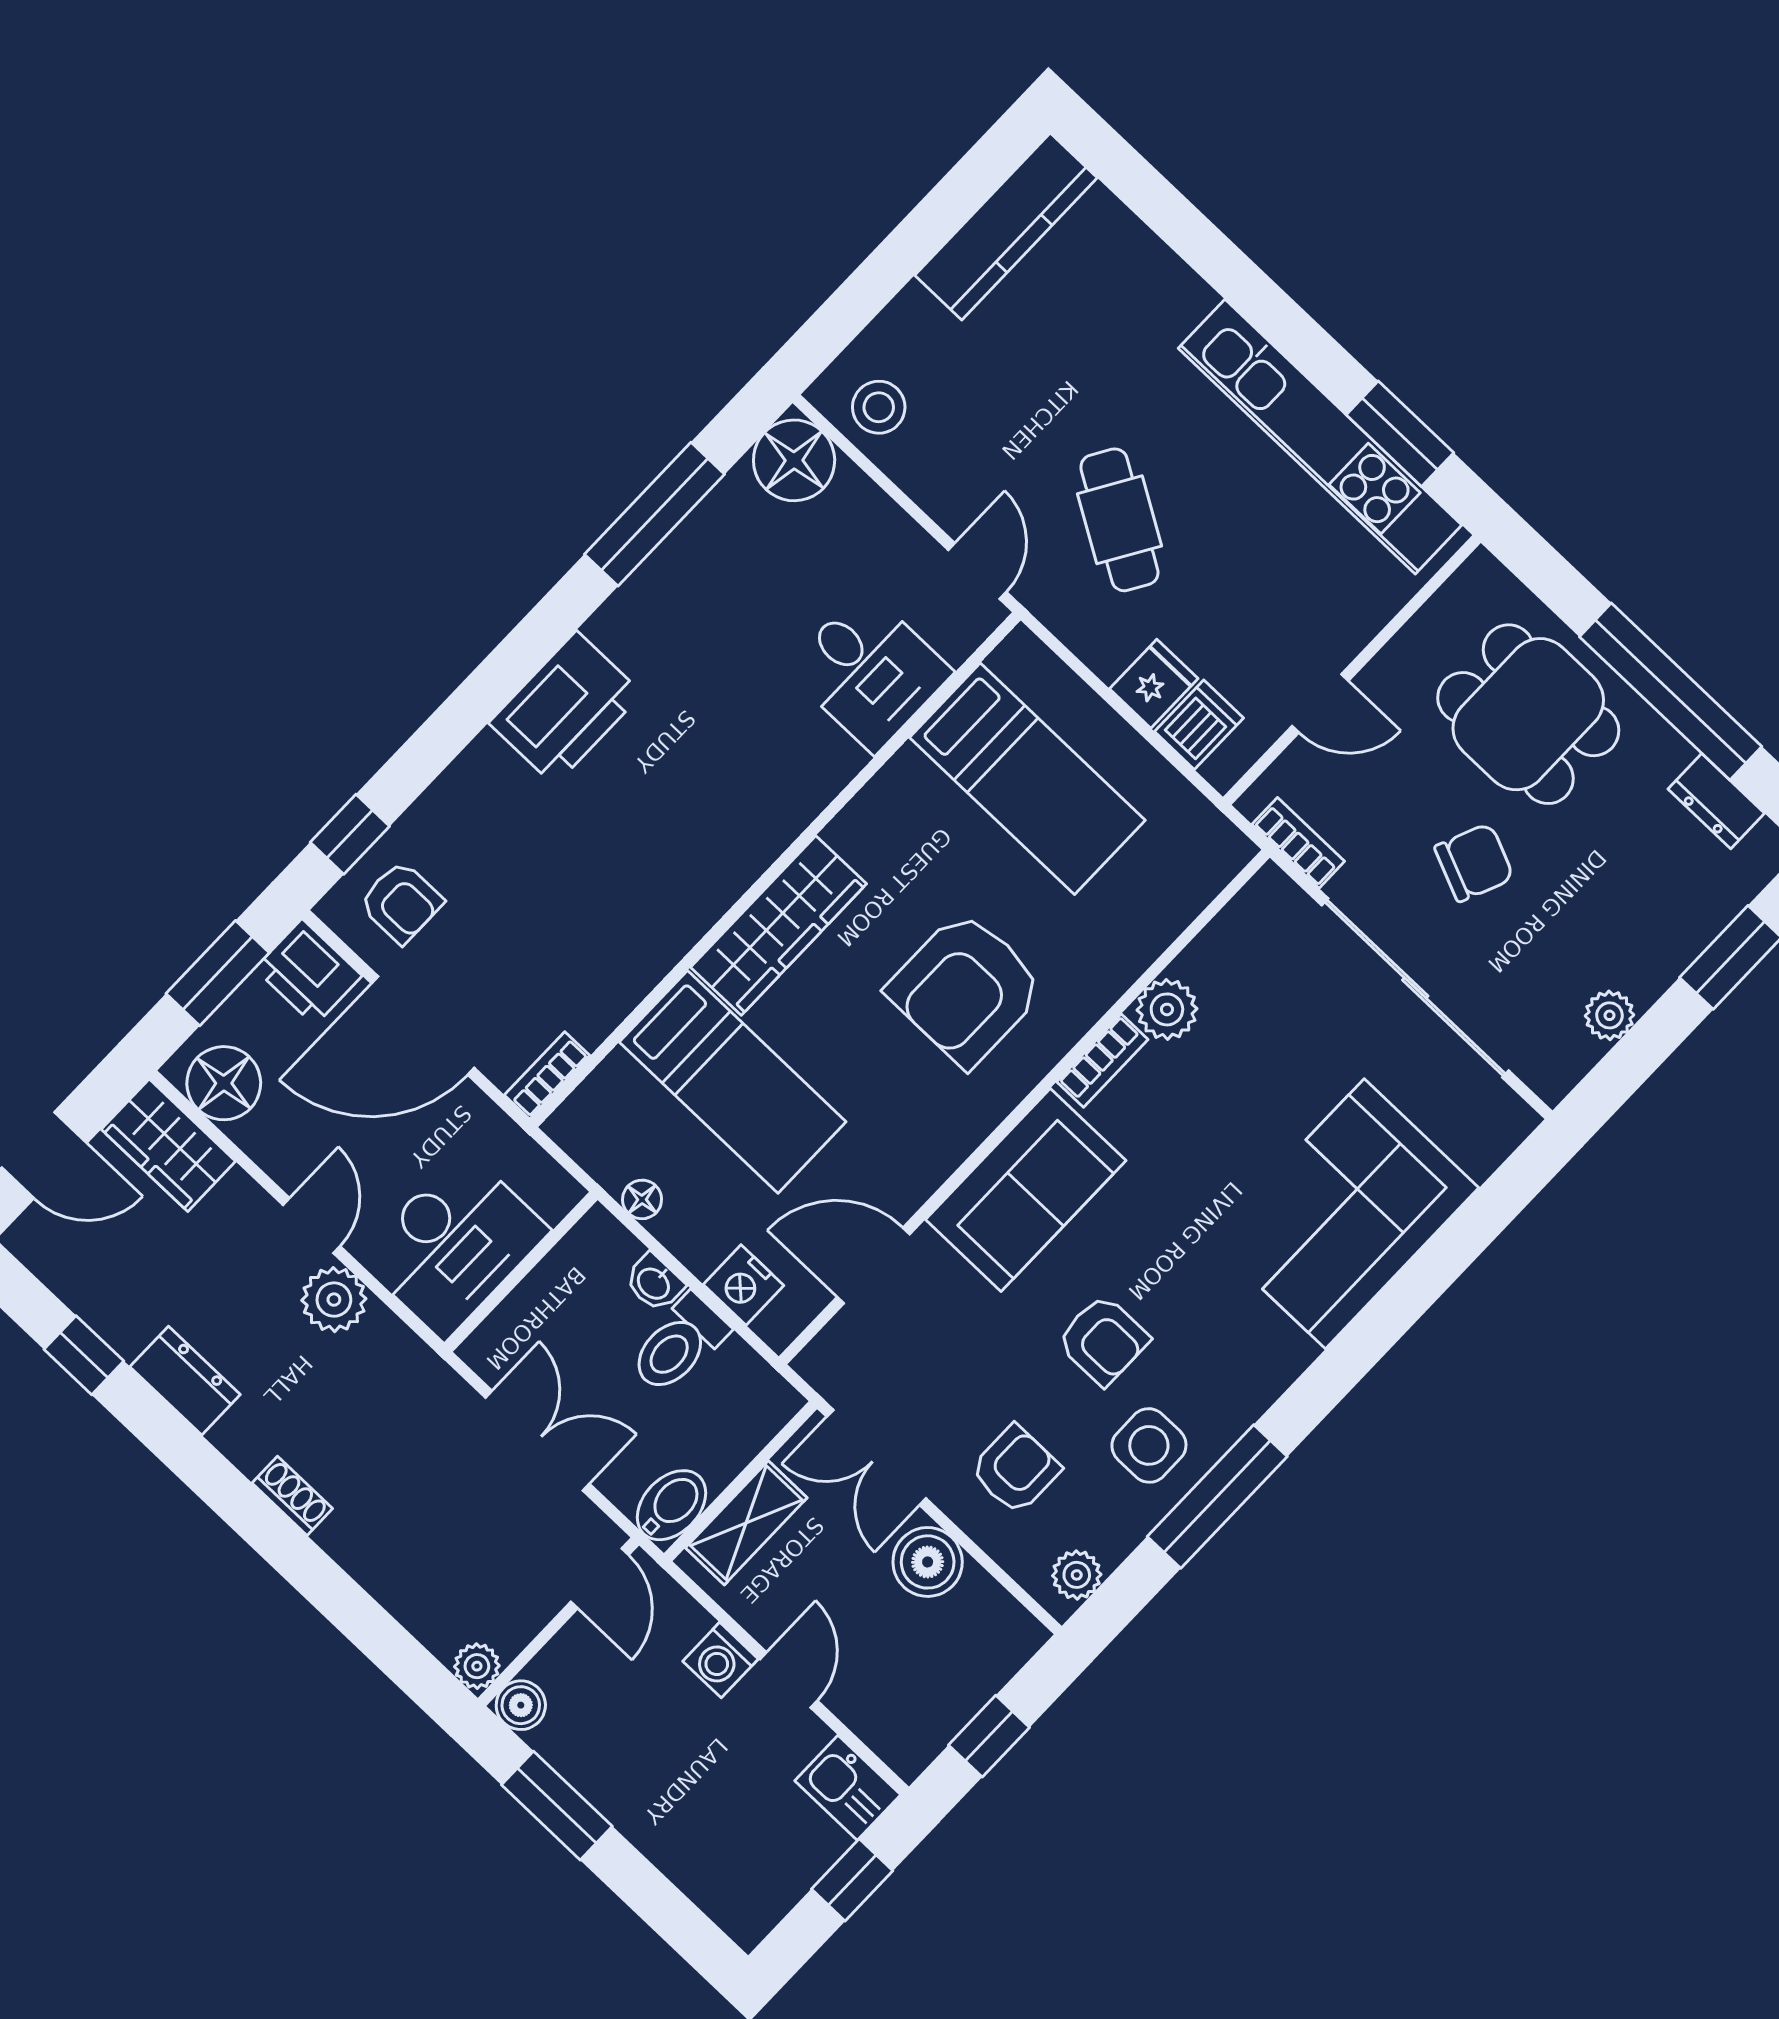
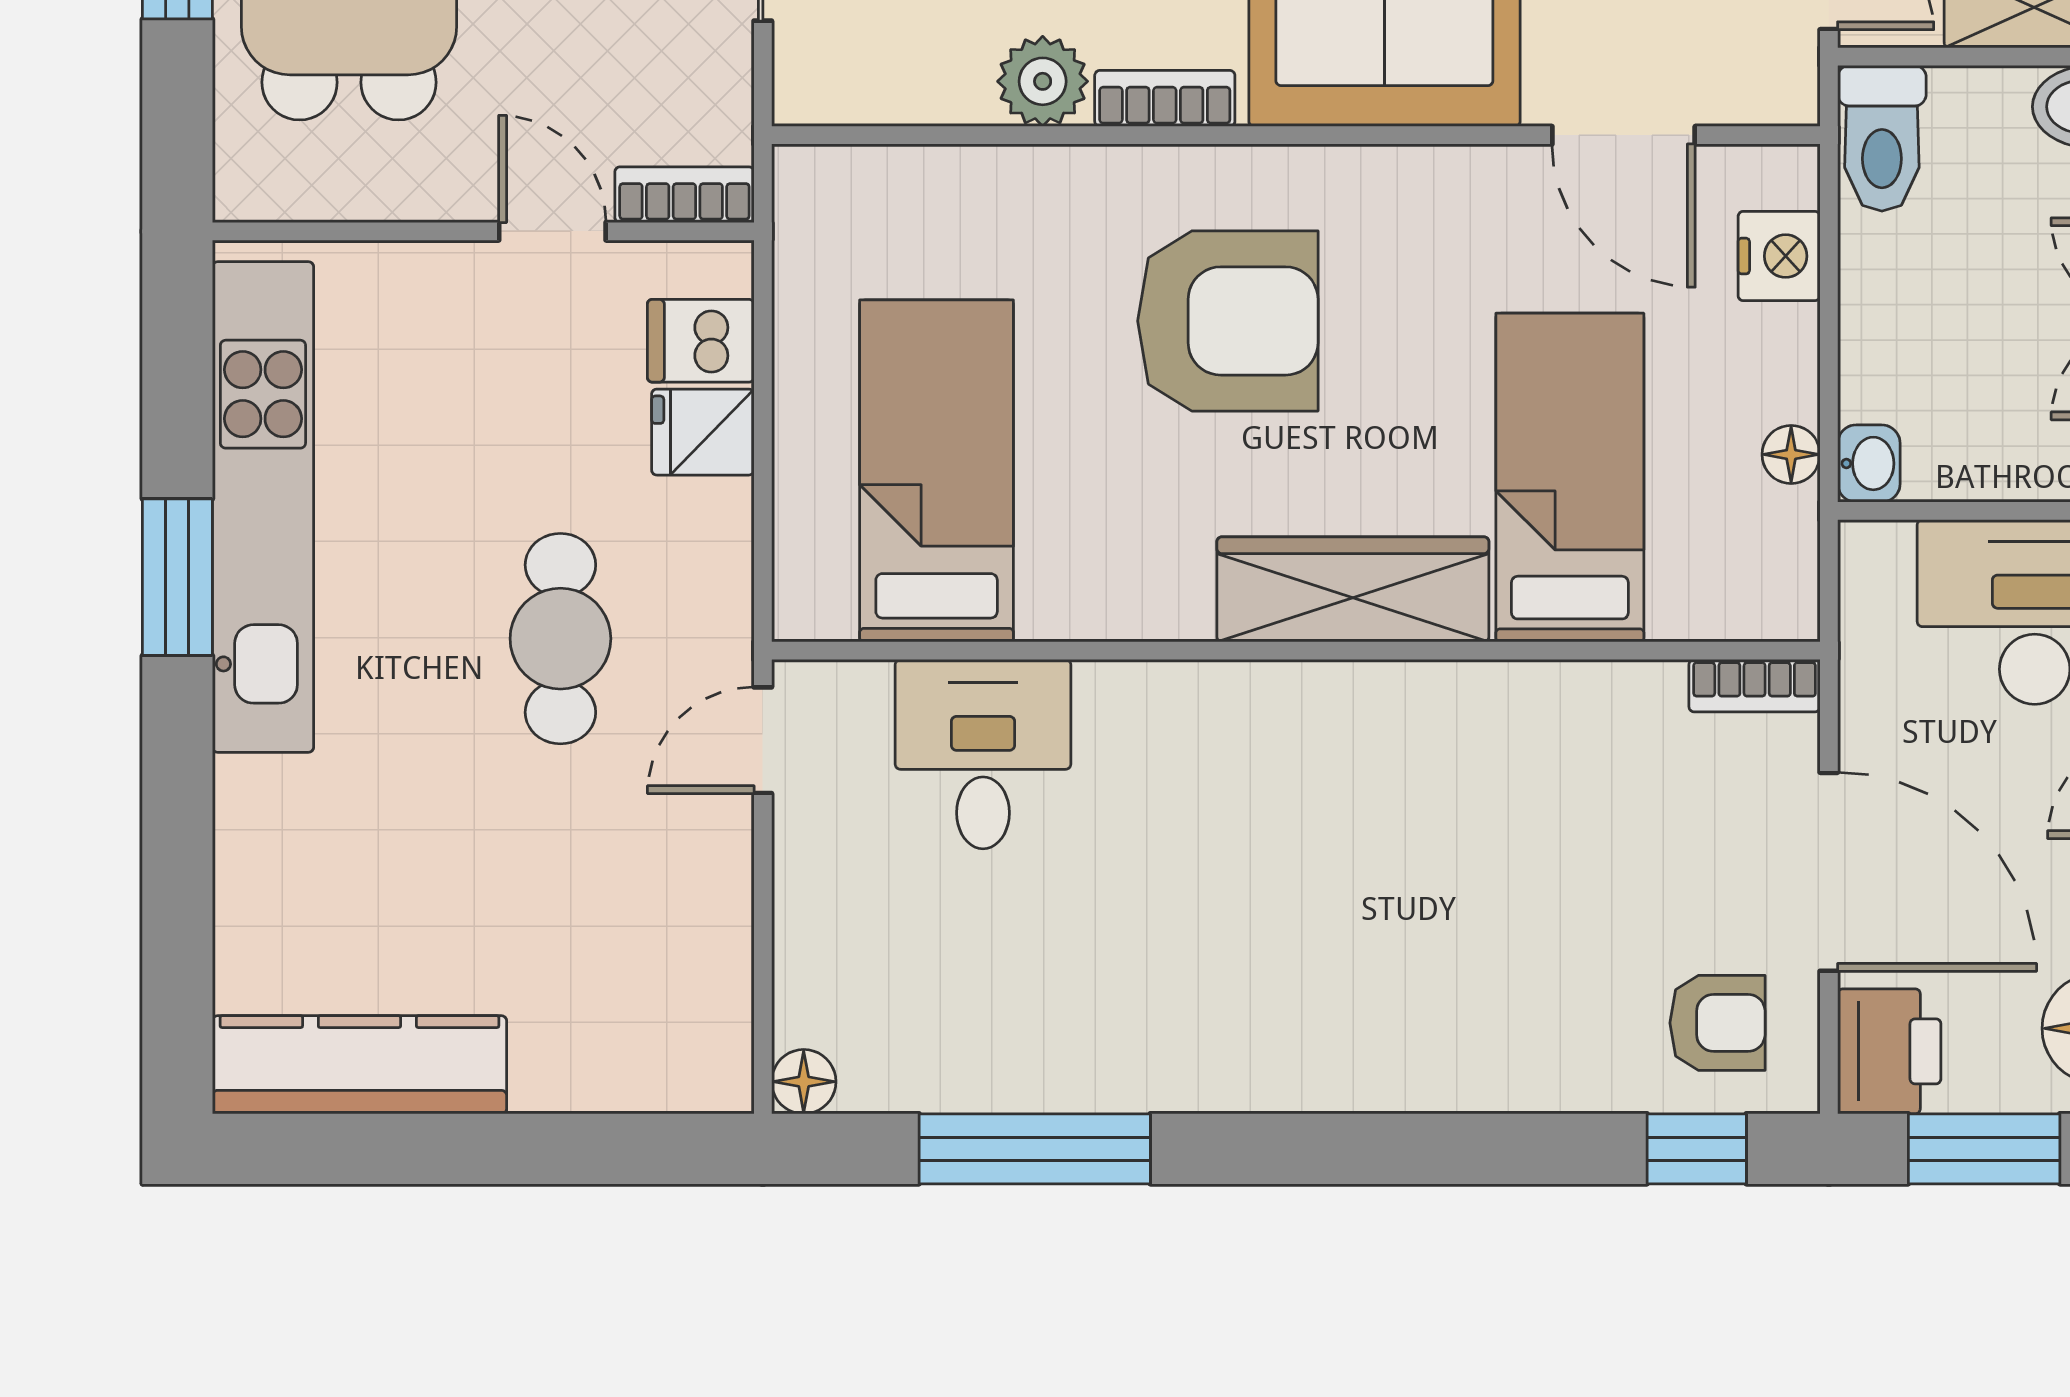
stool: (879, 407) -> (687, 1016), removed
window: (1400, 434) -> (177, 577), moved
floor lamp: (794, 460) -> (804, 1082), width x0.53, depth x0.53
cafe table: (1119, 520) -> (560, 639), turned -31
printer: (566, 708) -> (1337, 1045), removed
bookcase: (1298, 843) -> (684, 195), moved, turned 90
armchair: (401, 902) -> (1717, 1023), turned 90
washbasin: (654, 1283) -> (1869, 463), moved
toilet: (679, 1344) -> (1882, 138), moved, turned 90

